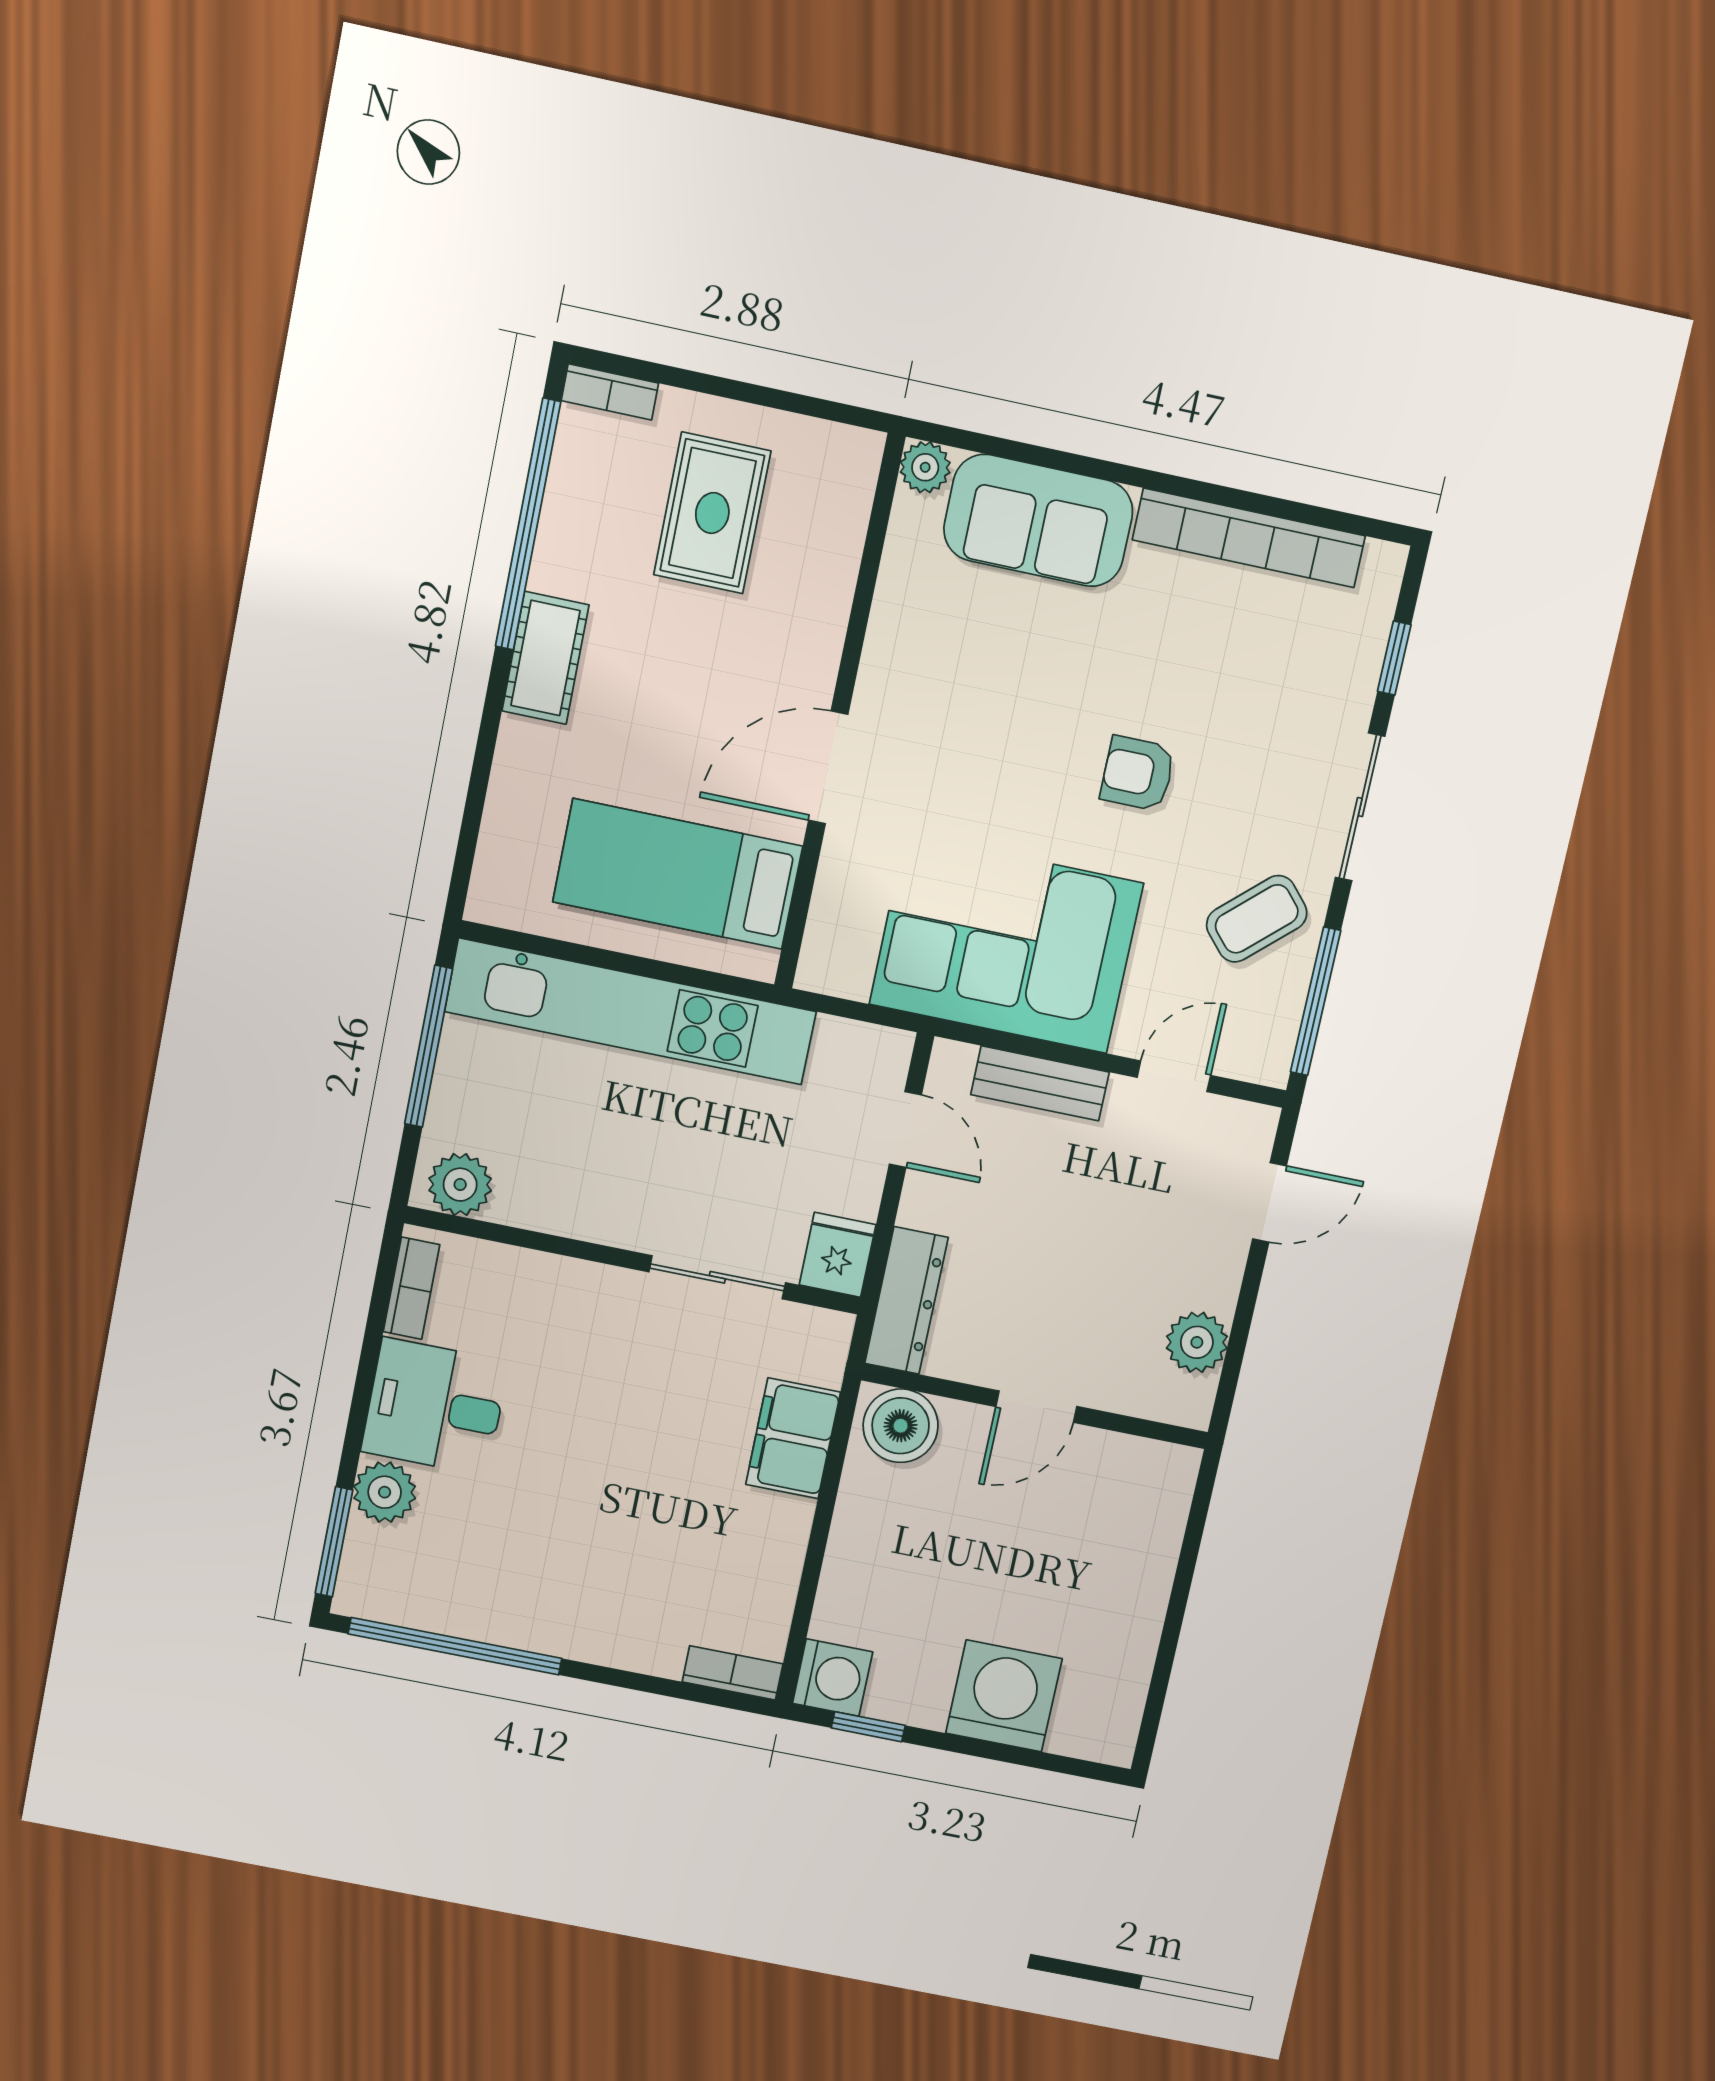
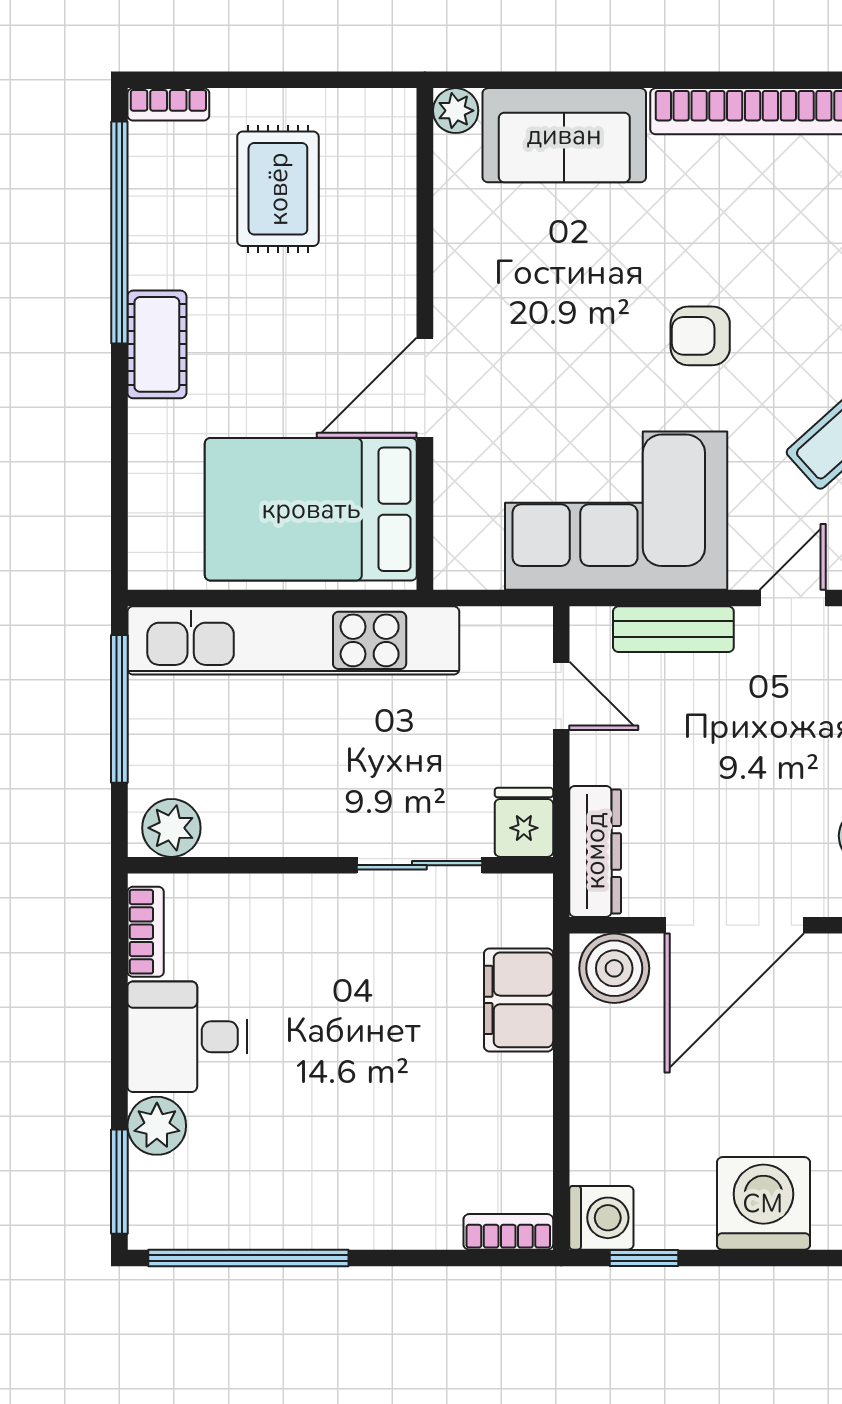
bed: (678, 874) -> (311, 509), width x1.50
door: (1036, 1407) -> (734, 925), width x1.88

